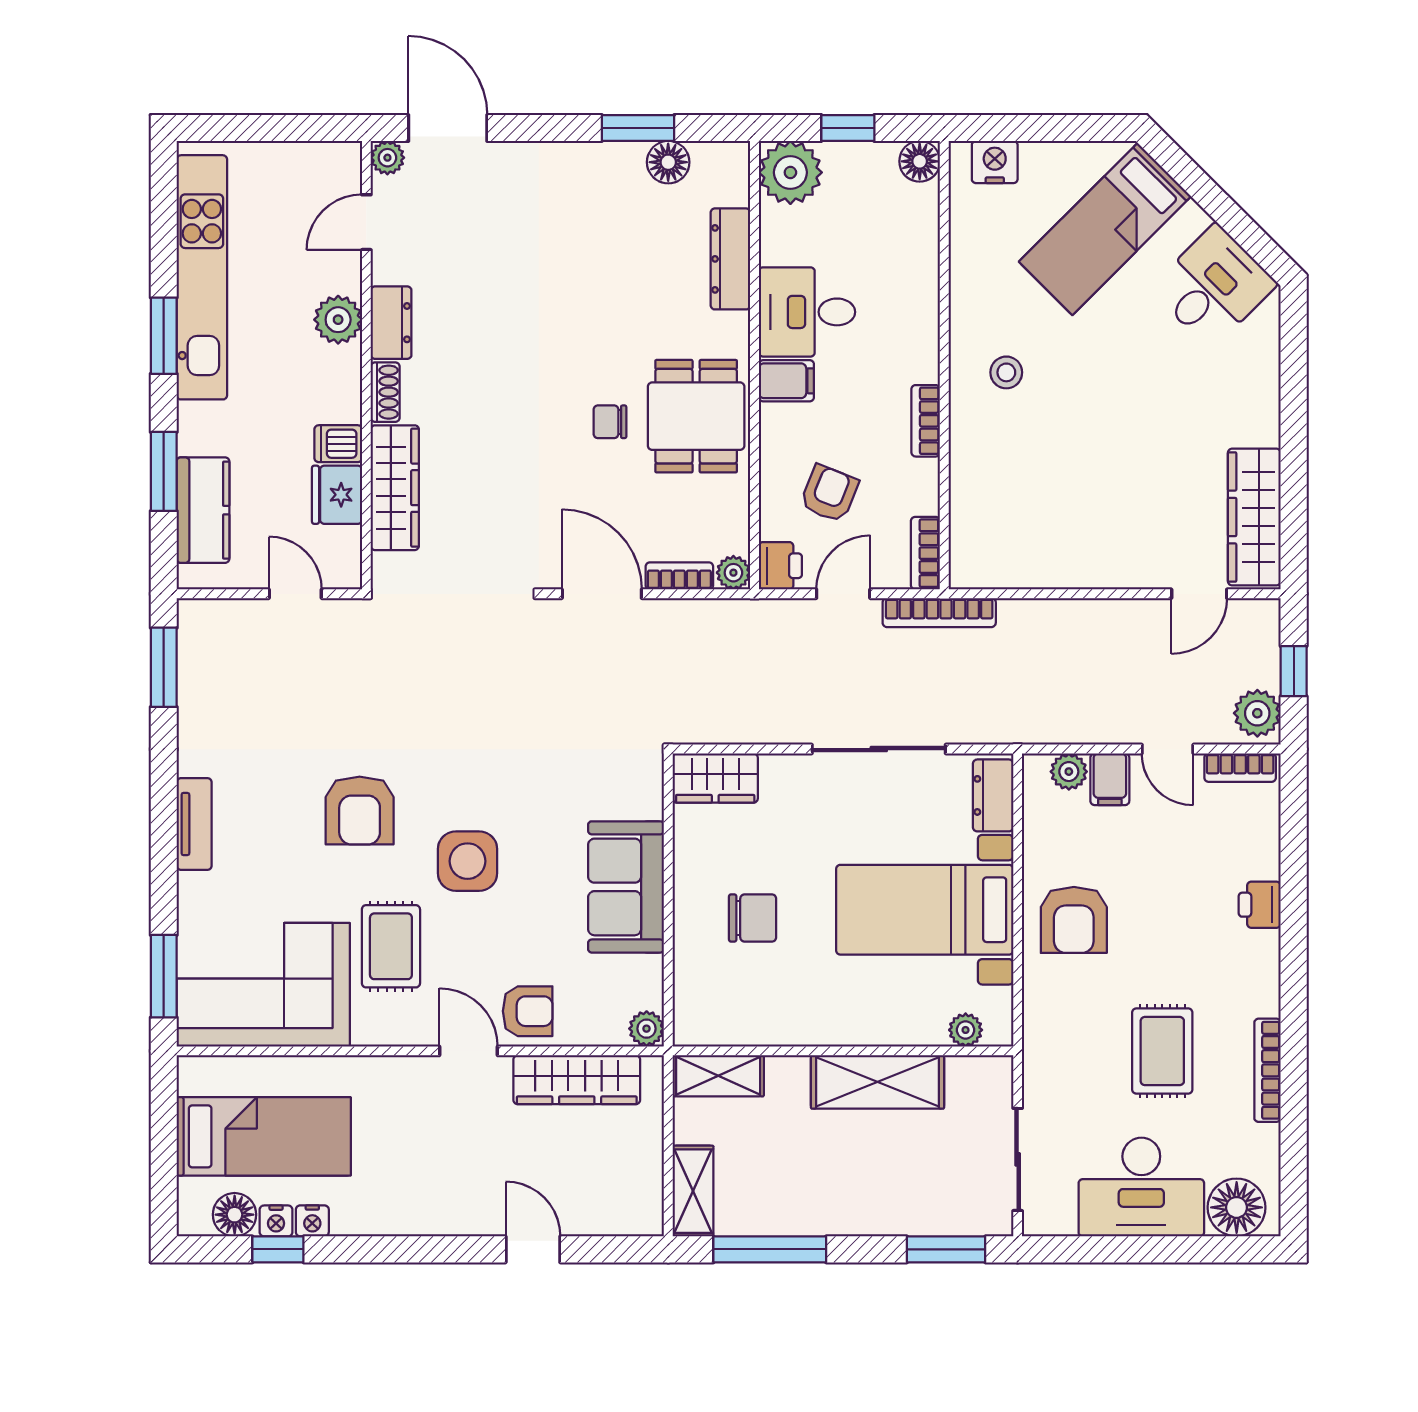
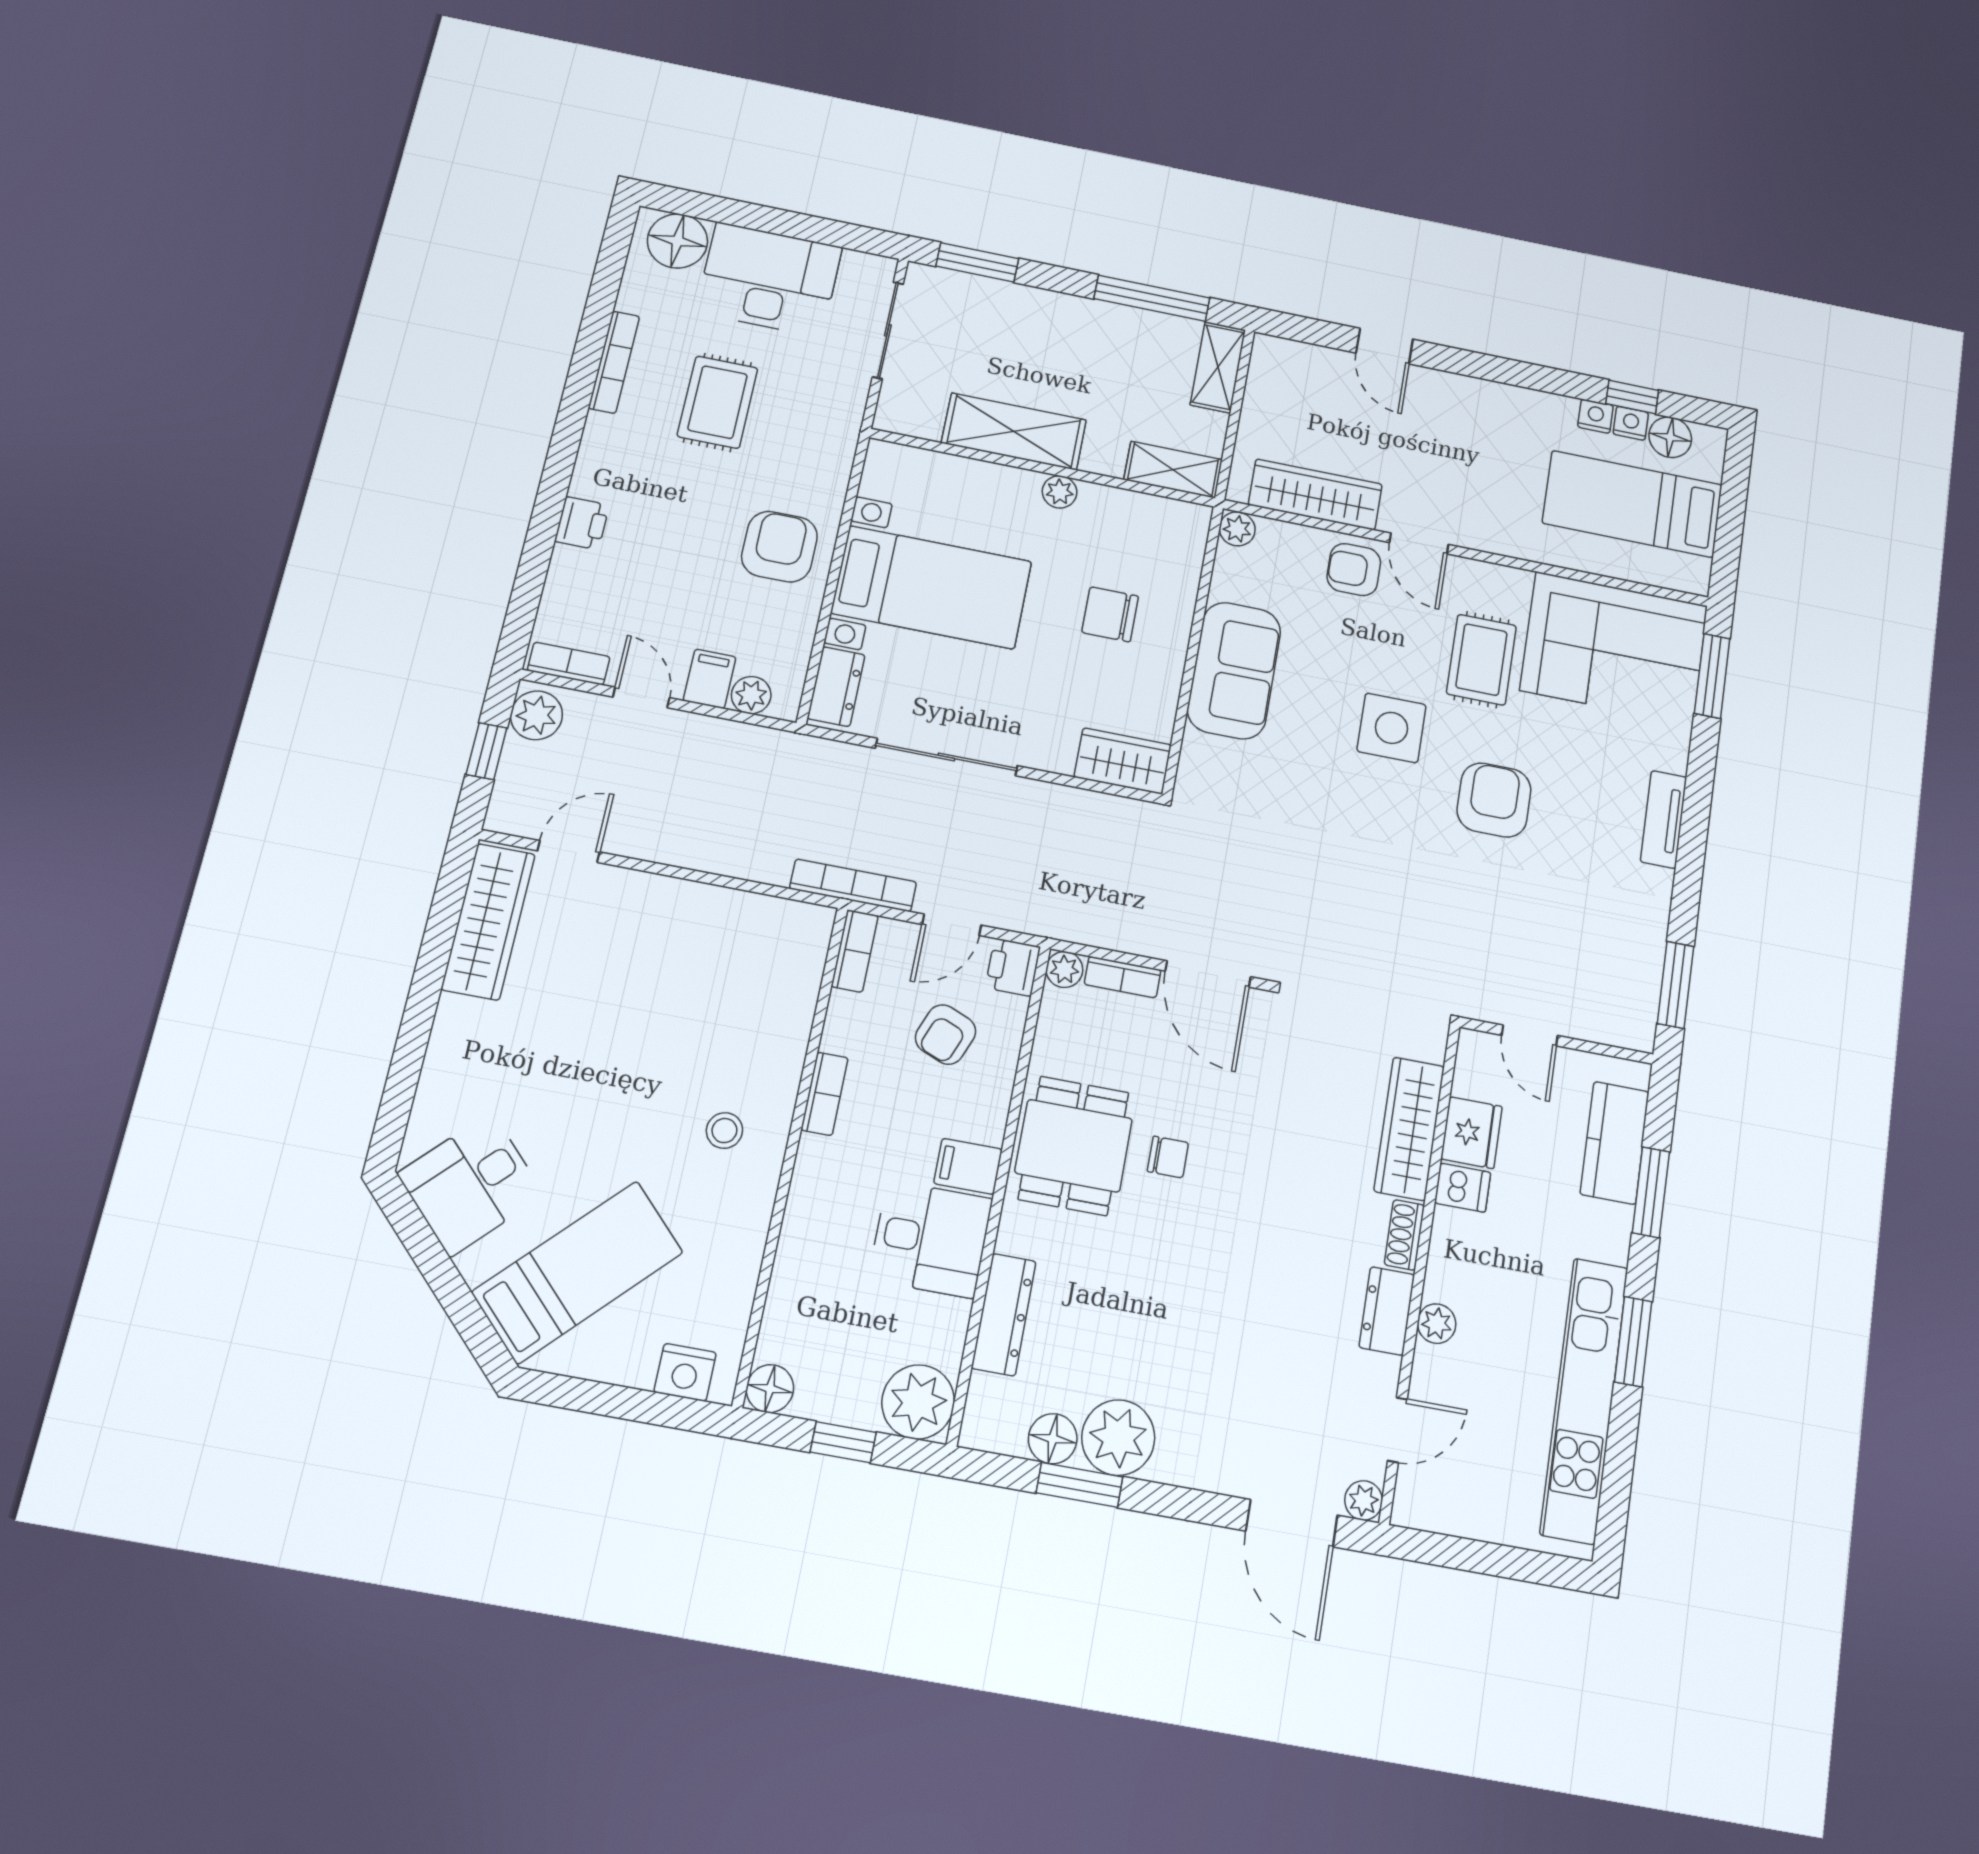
plant: (611, 173) -> (1118, 1438), added
plant: (338, 320) -> (1437, 1324), width x0.73, depth x0.73
plant: (966, 1030) -> (1060, 492), moved

